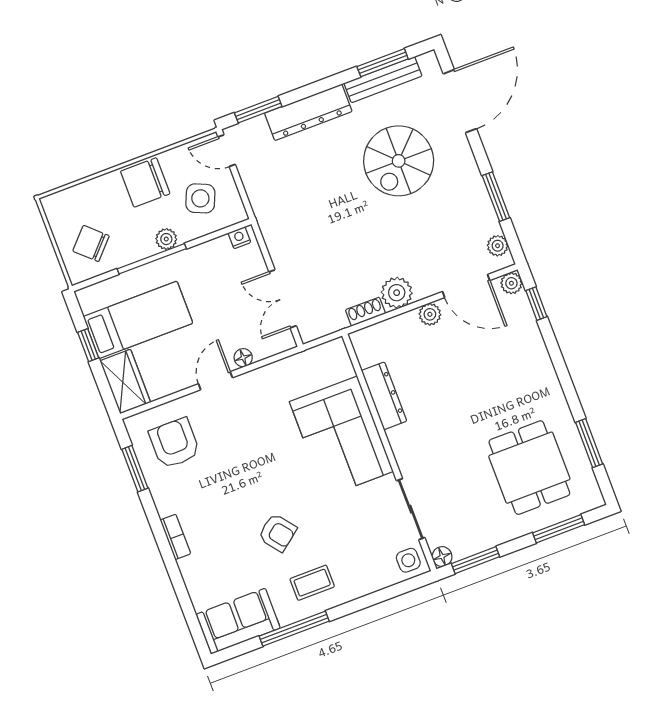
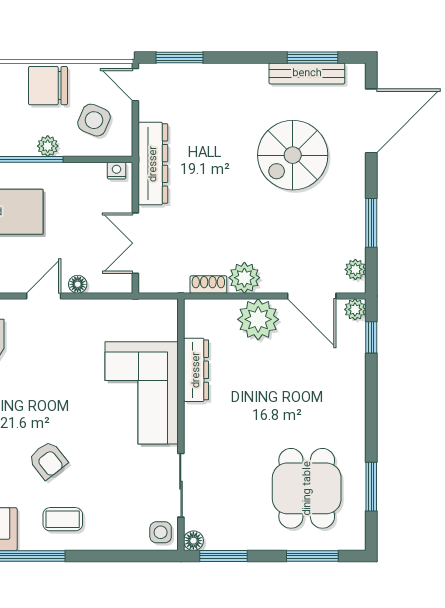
dresser: (308, 112) -> (153, 164), moved, turned -90
plant: (430, 314) -> (258, 319), width x1.88, depth x1.88

